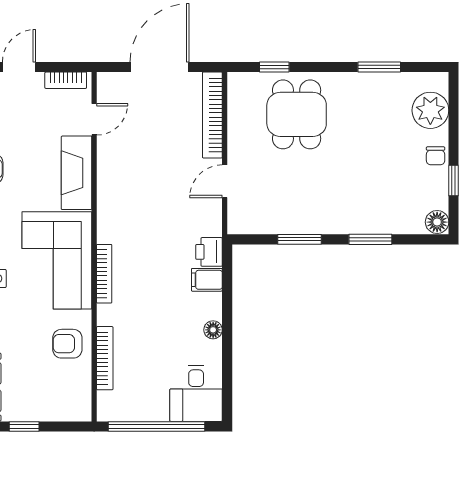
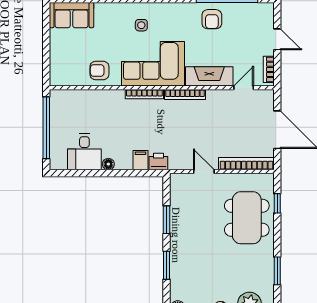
dining table: (297, 114) -> (247, 218), width x1.38
door: (94, 119) -> (244, 88), swing flipped
armchair: (67, 344) -> (99, 70), turned -90
bookcase: (105, 358) -> (185, 94), moved
desk: (196, 393) -> (84, 152), moved, turned -90
window: (24, 426) -> (46, 43), removed

